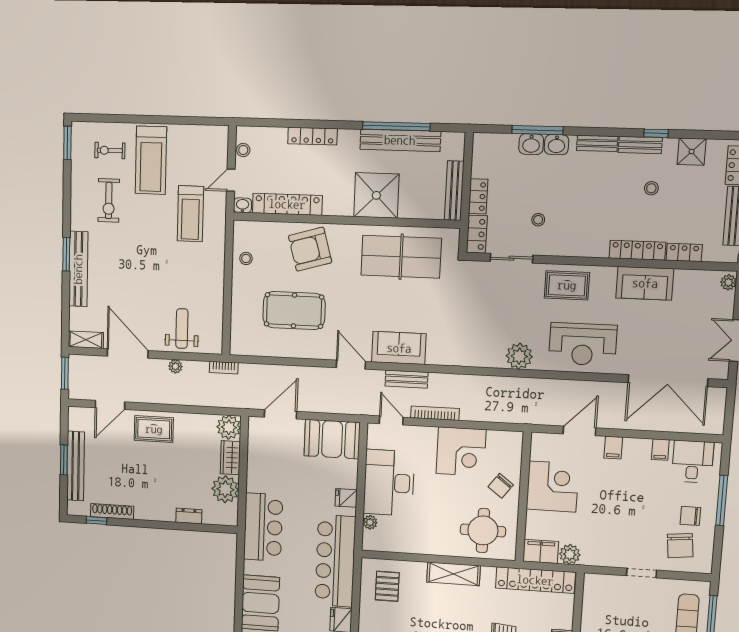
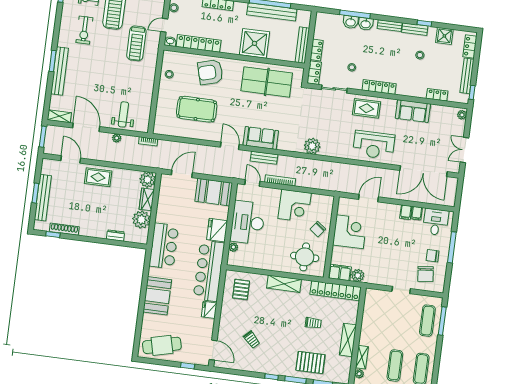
locker: (637, 250) -> (379, 87), moved
plant: (519, 356) -> (312, 146), moved
door: (110, 405) -> (71, 159), swing flipped
filing cabinet: (613, 448) -> (406, 212), moved
fridge: (346, 498) -> (217, 230), width x1.88, depth x1.34

